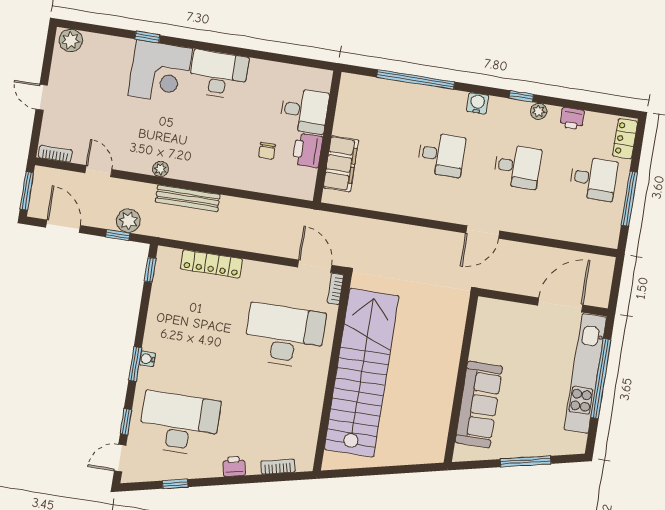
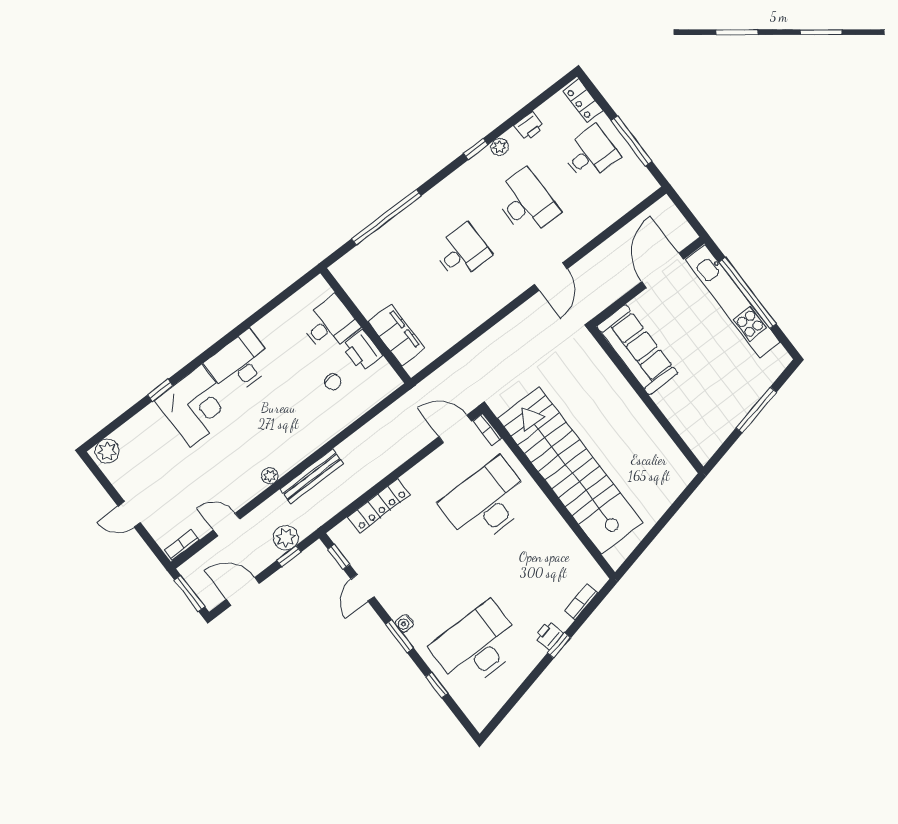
water cooler: (478, 103) -> (449, 187), removed
desk: (517, 167) -> (526, 203), width x1.37
sofa: (479, 404) -> (637, 350), moved
door: (120, 458) -> (363, 588), moved
window: (175, 484) -> (559, 645), moved

